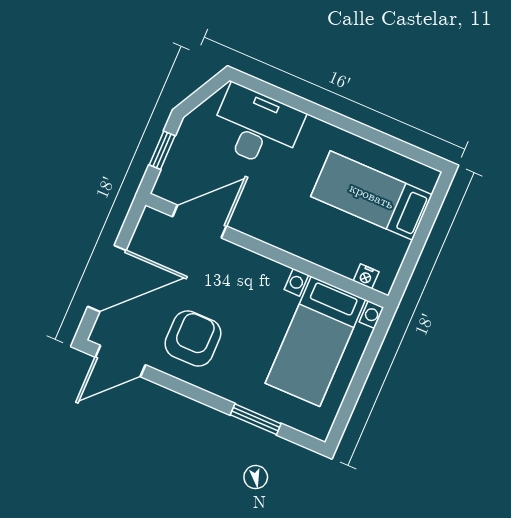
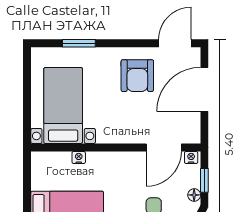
floor lamp: (185, 136) -> (194, 195), added
nightstand: (167, 191) -> (191, 157), added
nightstand: (366, 276) -> (79, 157), moved

